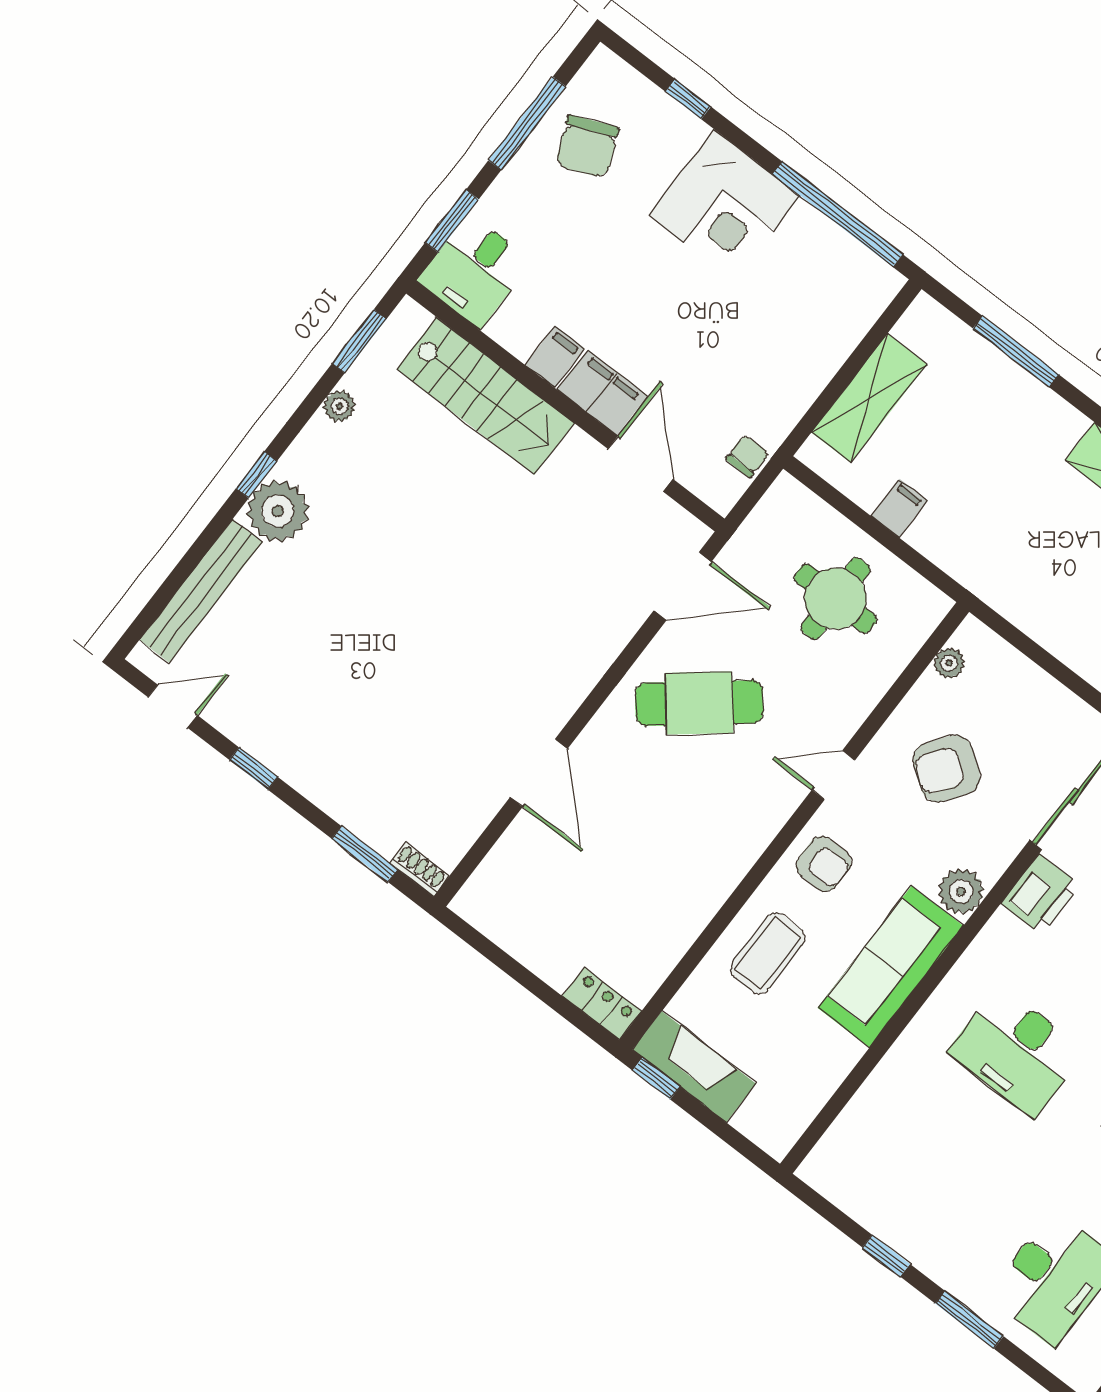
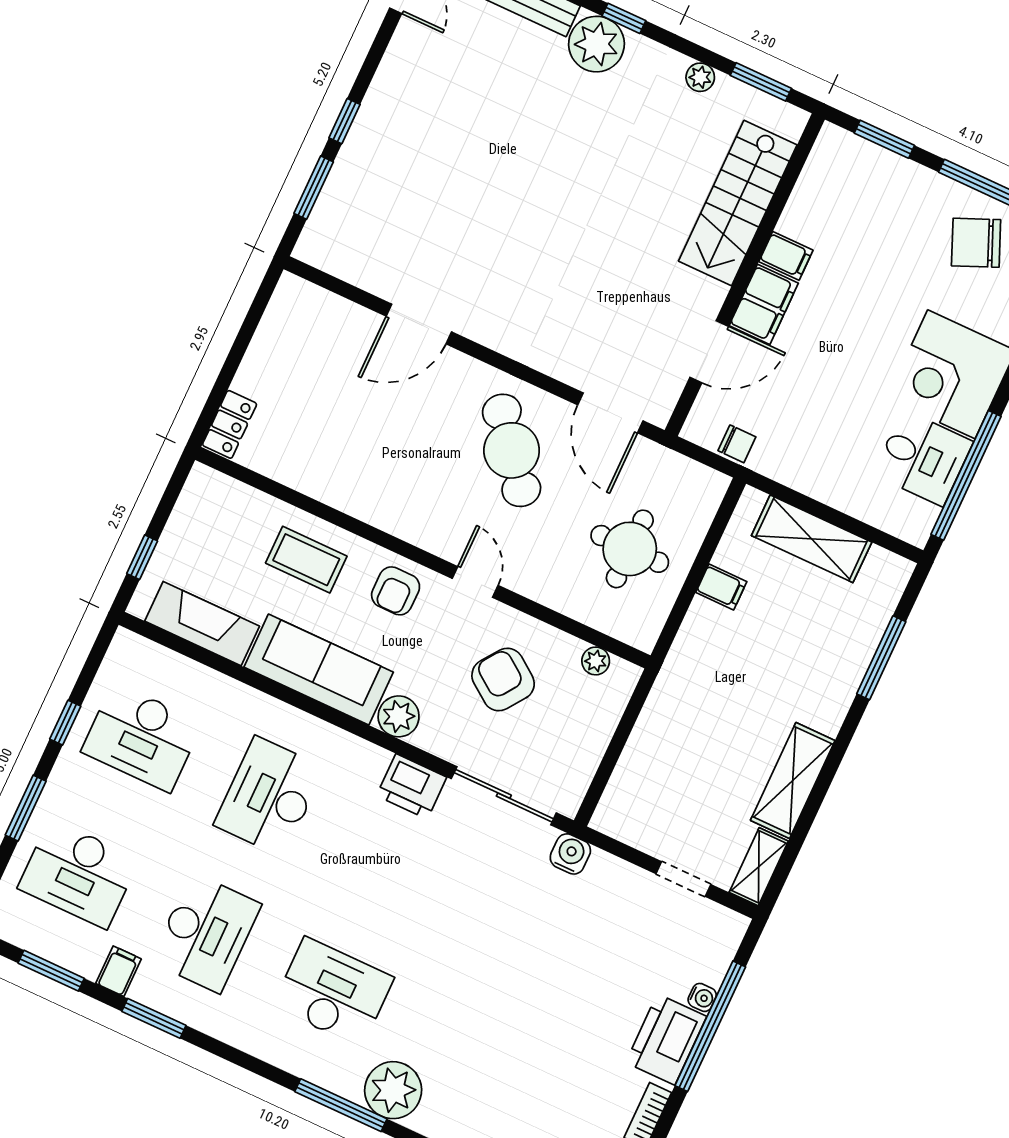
desk: (475, 271) -> (923, 458), moved, turned 180
window: (253, 768) -> (344, 121), moved
shoe rack: (420, 869) -> (311, 239), removed
fireplace: (694, 1067) -> (202, 624), moved, turned -90
window: (656, 1079) -> (142, 557), moved
desk: (921, 1176) -> (142, 737), added

